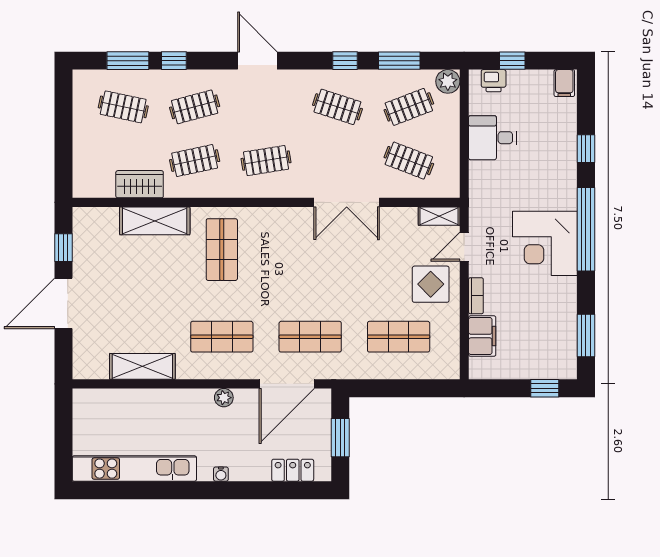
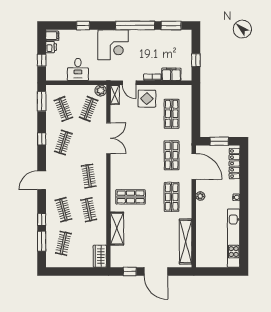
window: (399, 61) -> (42, 101), moved
plant: (448, 81) -> (101, 91), moved
printer: (494, 81) -> (51, 47), moved
wardrobe: (140, 184) -> (100, 256), moved
window: (586, 229) -> (135, 25), moved
corner desk: (545, 243) -> (113, 45), moved
shelving: (142, 366) -> (186, 242), width x1.47
window: (545, 388) -> (196, 60), moved
locker: (293, 470) -> (234, 164), width x1.53

